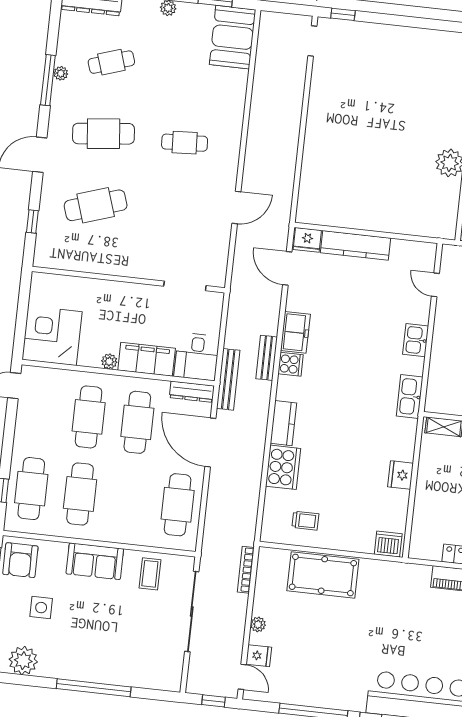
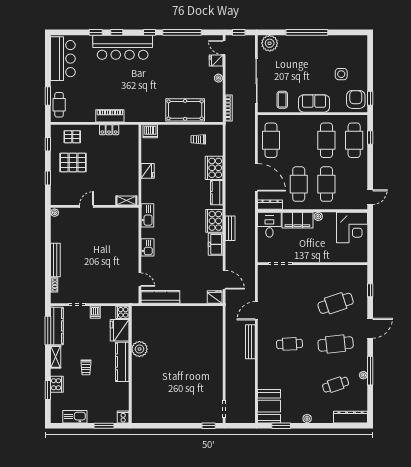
kitchen counter: (356, 245) -> (160, 297), moved
cooker: (291, 364) -> (214, 221), width x1.87, depth x1.31
bench: (228, 379) -> (250, 342), moved
plant: (23, 661) -> (270, 43), moved

